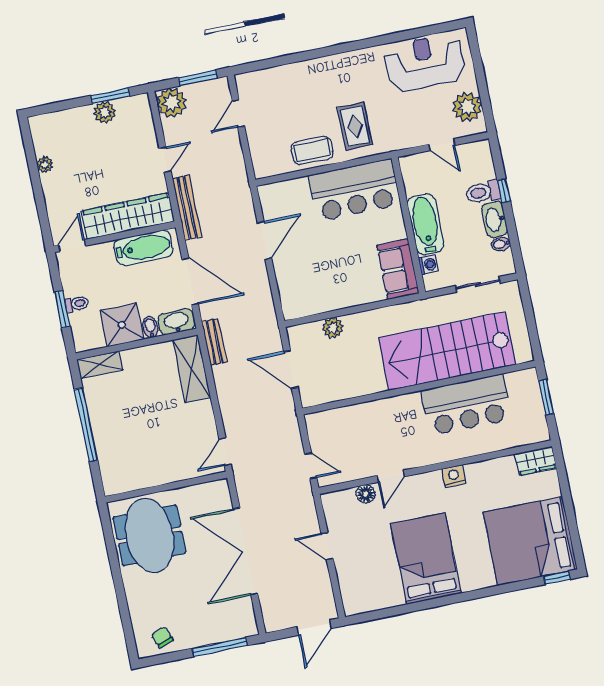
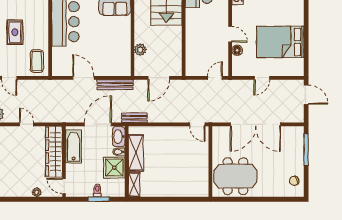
rug: (355, 126) -> (15, 32), moved, turned 90
coffee table: (312, 151) -> (37, 61), moved
plant: (45, 165) -> (37, 192), moved
bench: (187, 208) -> (115, 85), moved
shelving: (192, 369) -> (136, 153), moved, turned 90
window: (86, 425) -> (166, 199), removed
bed: (426, 559) -> (280, 42), moved

